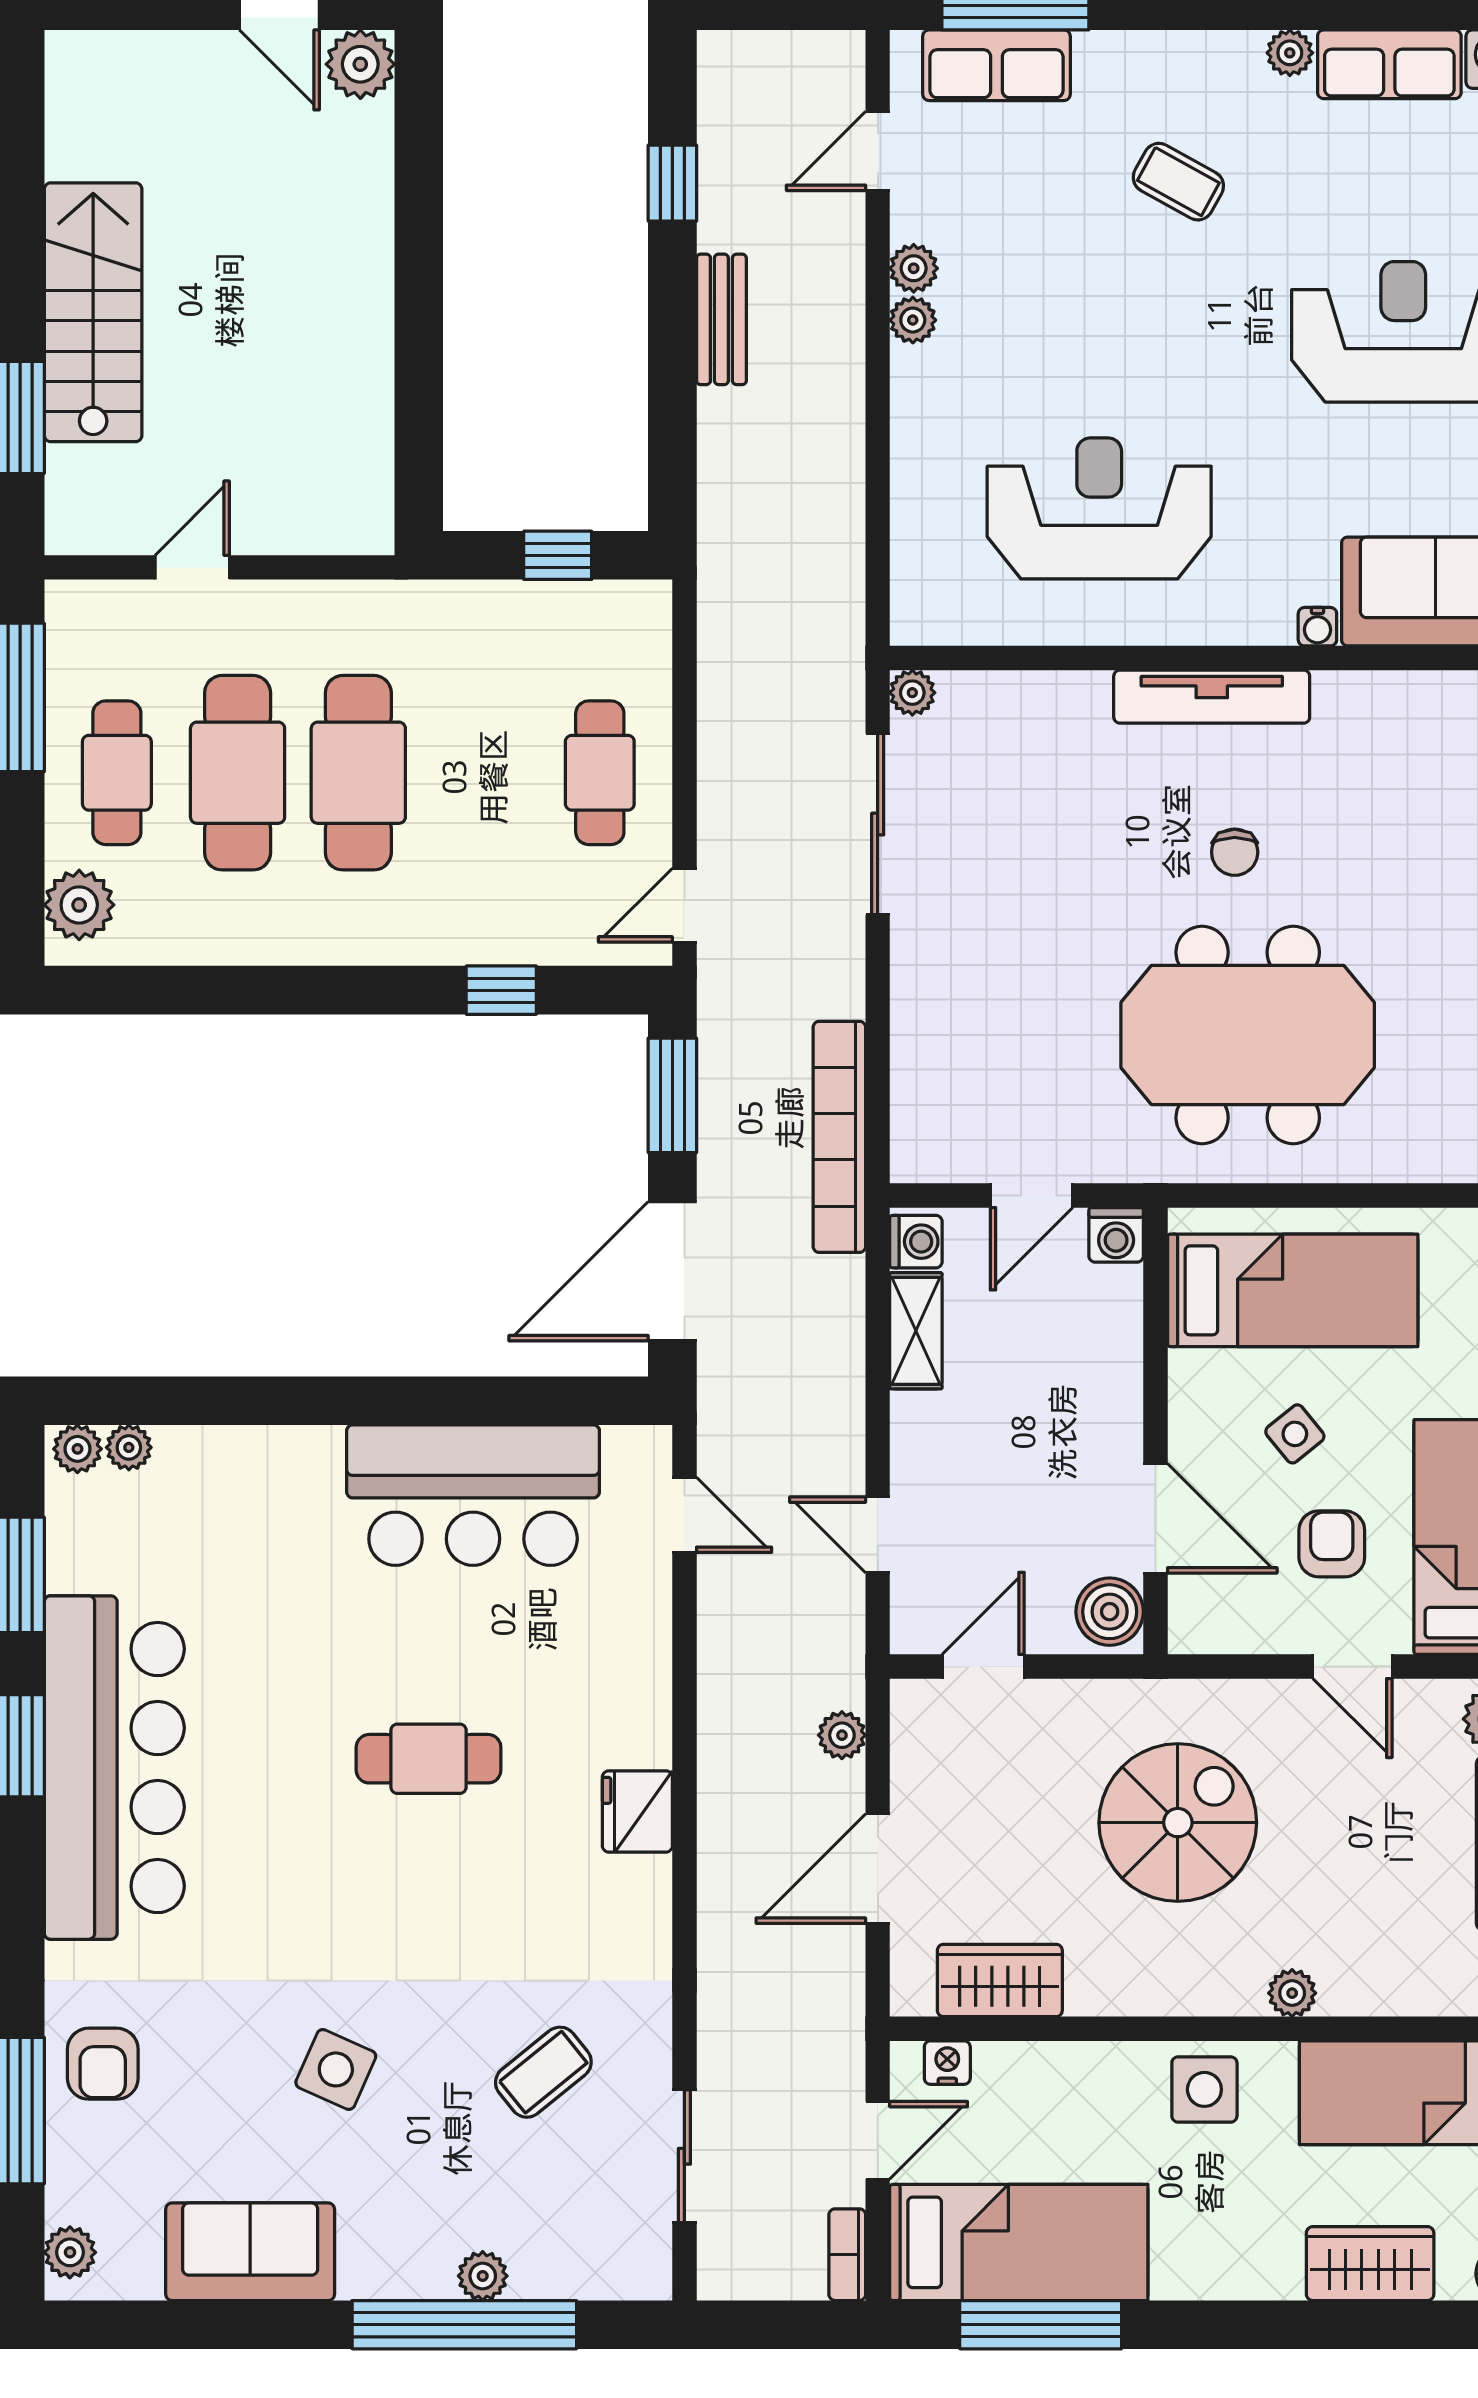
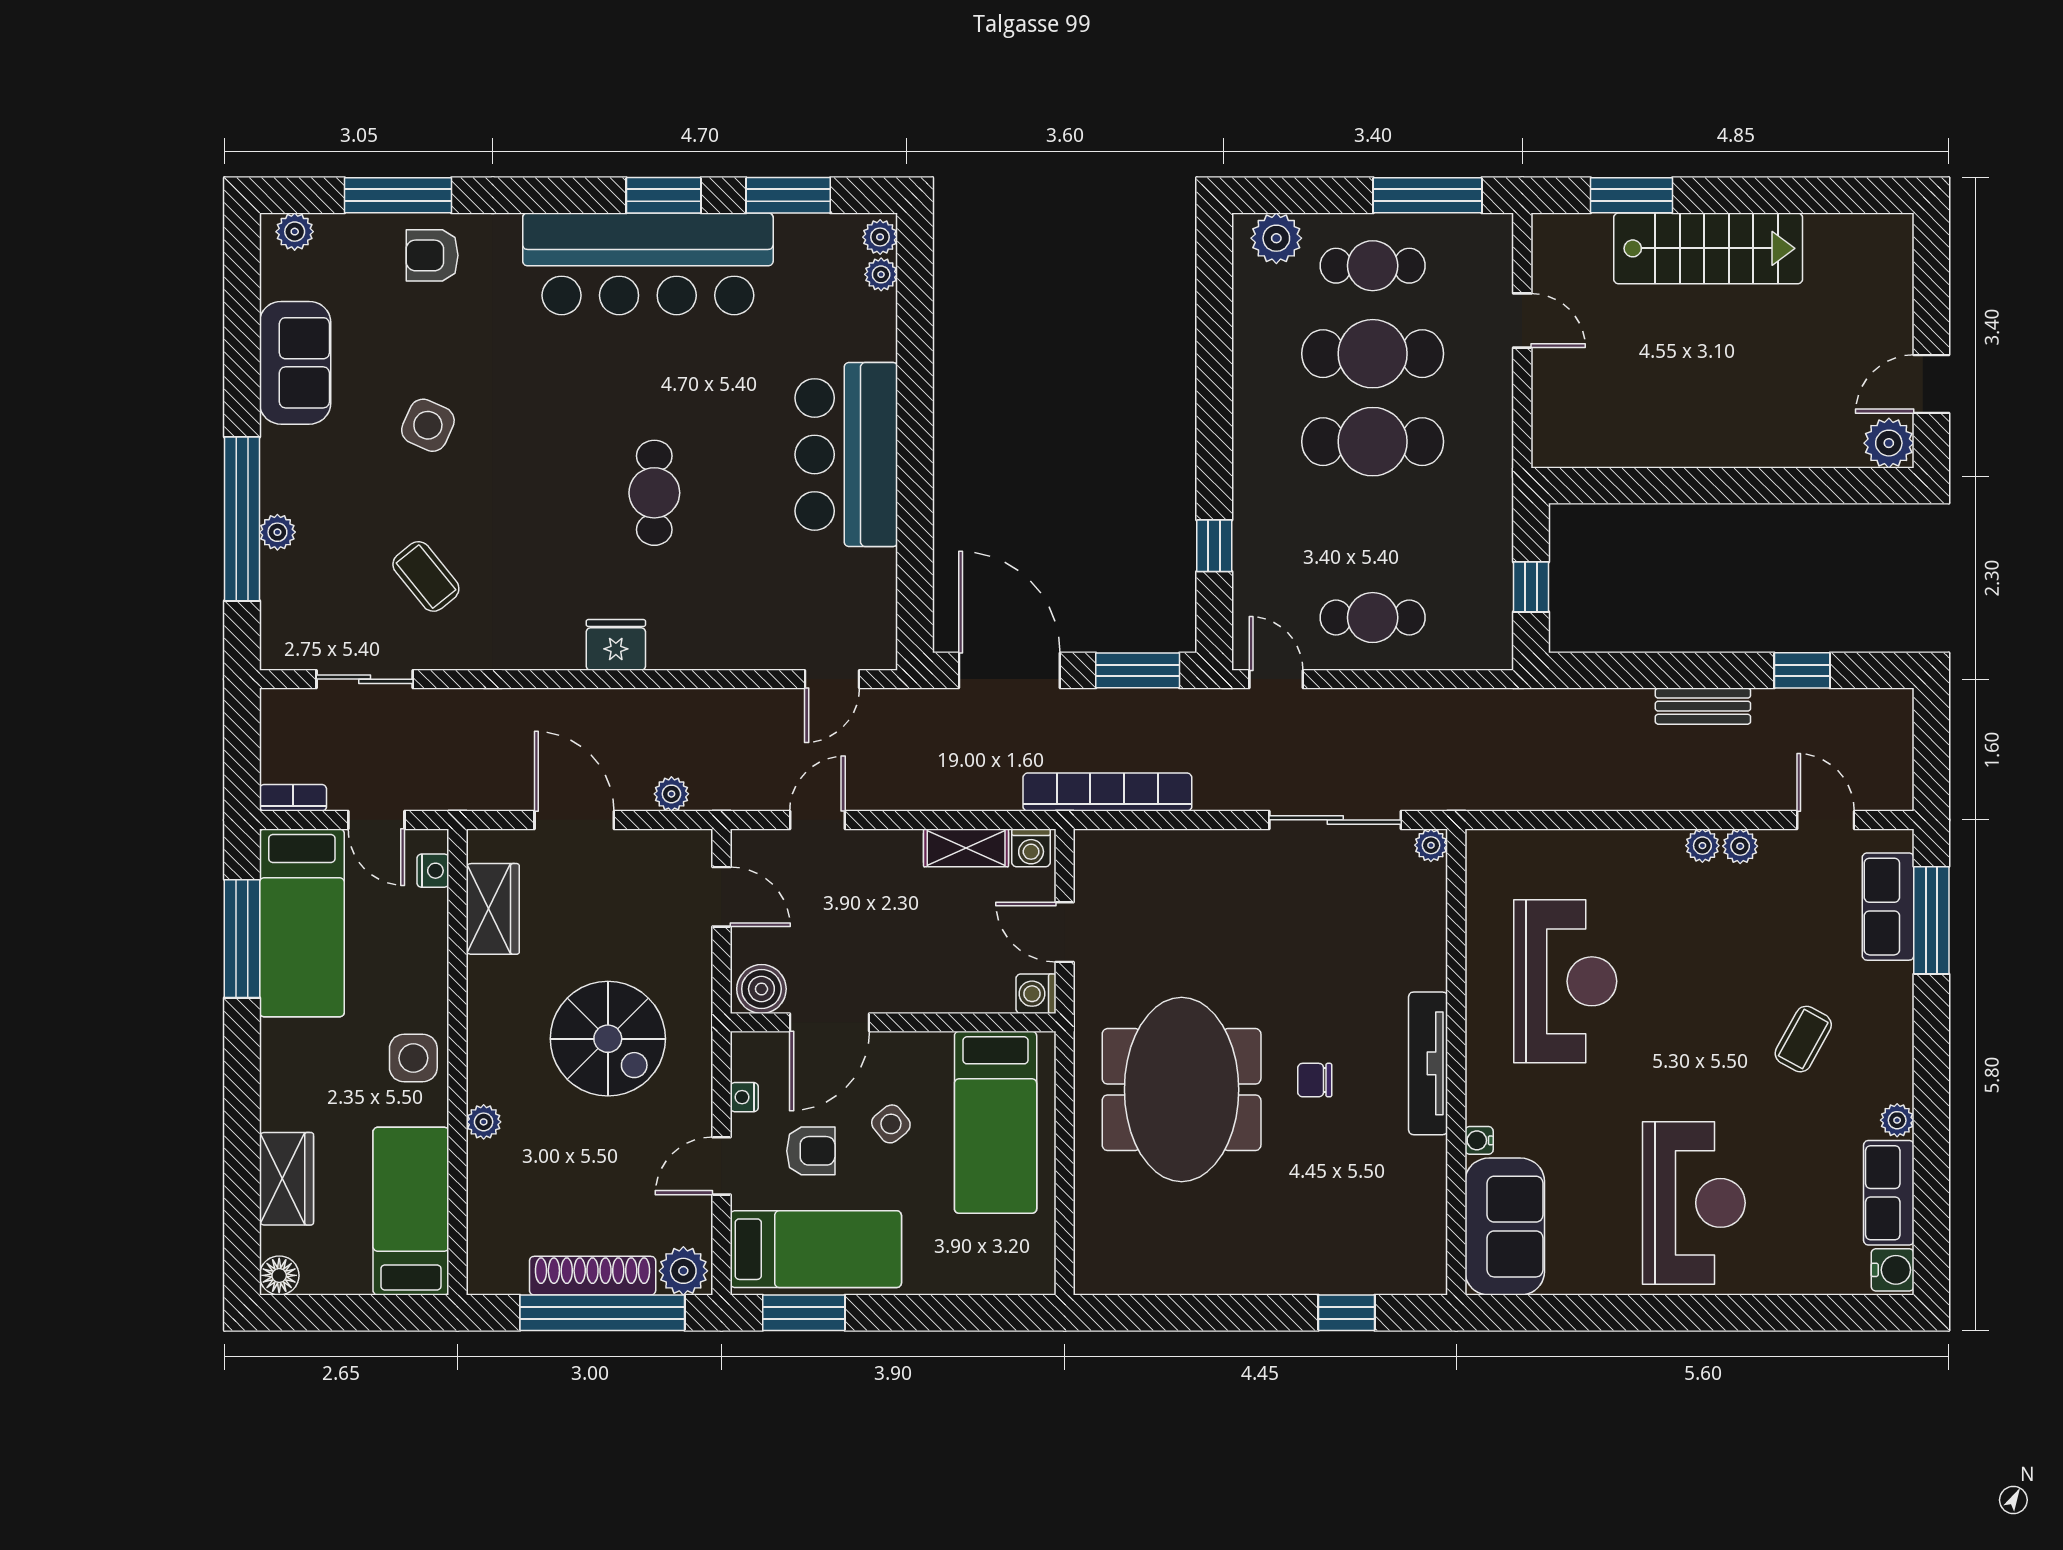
bar counter: (473, 1495) -> (846, 454), moved
nightstand: (1258, 1635) -> (744, 1097), added

